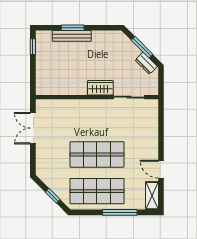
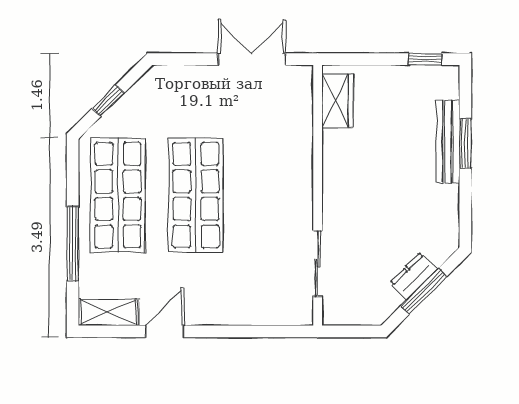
dresser: (146, 63) -> (414, 276), moved
wardrobe: (100, 88) -> (338, 101), moved

